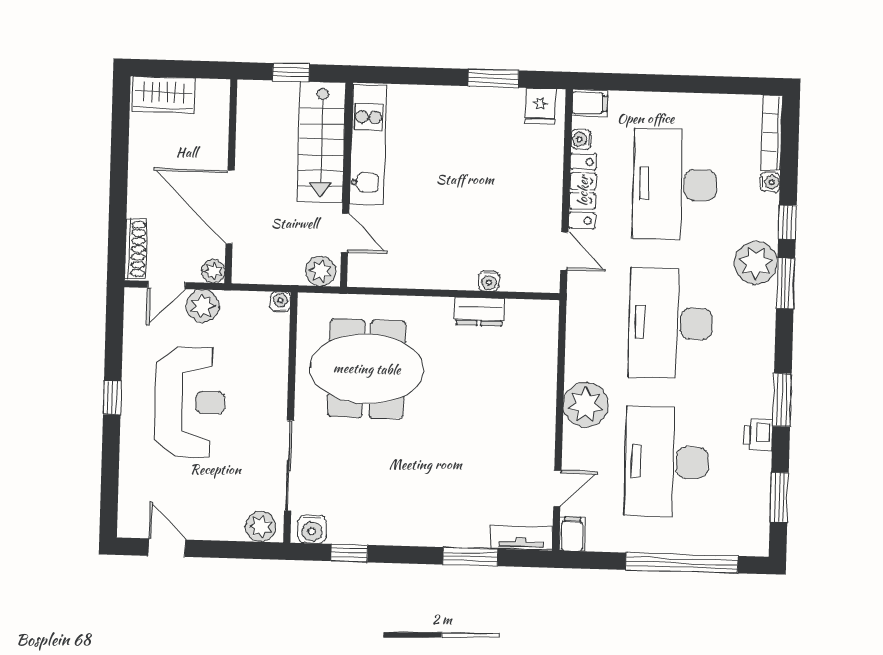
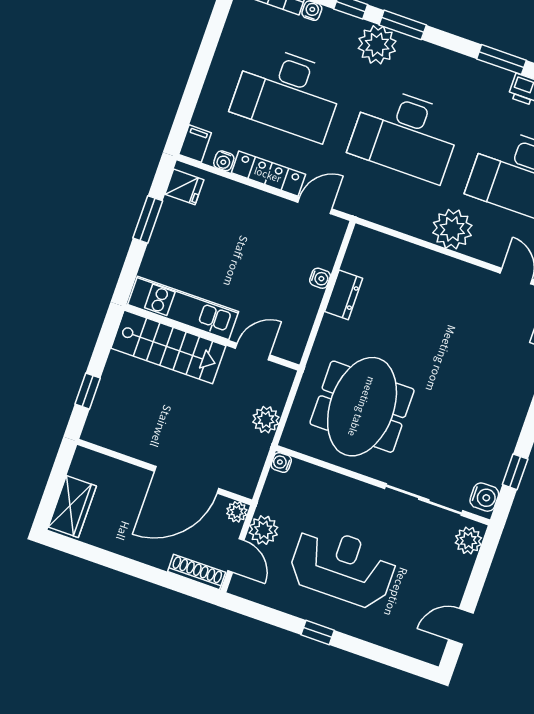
stairs: (322, 142) -> (168, 347), moved
kitchen unit: (368, 144) -> (183, 308), moved
wall: (346, 185) -> (212, 337), moved
door: (345, 233) -> (253, 352), moved

